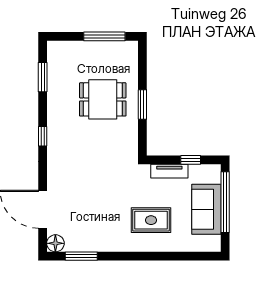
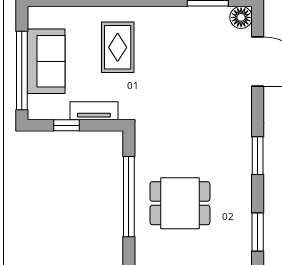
window: (142, 105) -> (129, 197), width x2.11
window: (43, 136) -> (258, 156), width x1.50
rug: (151, 220) -> (118, 47), turned 90

